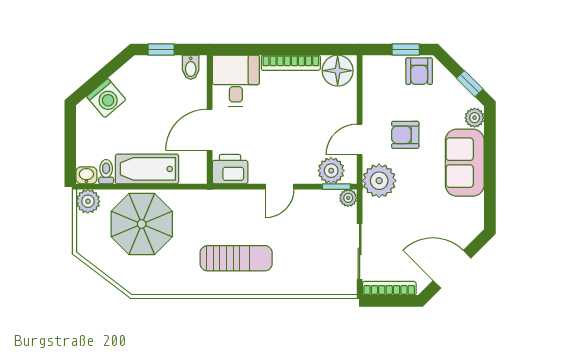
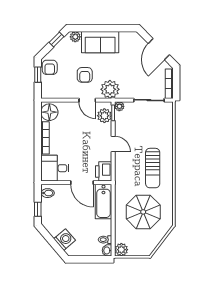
armchair: (419, 71) -> (50, 67), turned 90
bathtub: (147, 169) -> (103, 202), moved
parasol: (142, 224) -> (143, 212), moved
sun lounger: (236, 258) -> (153, 168), turned 180

